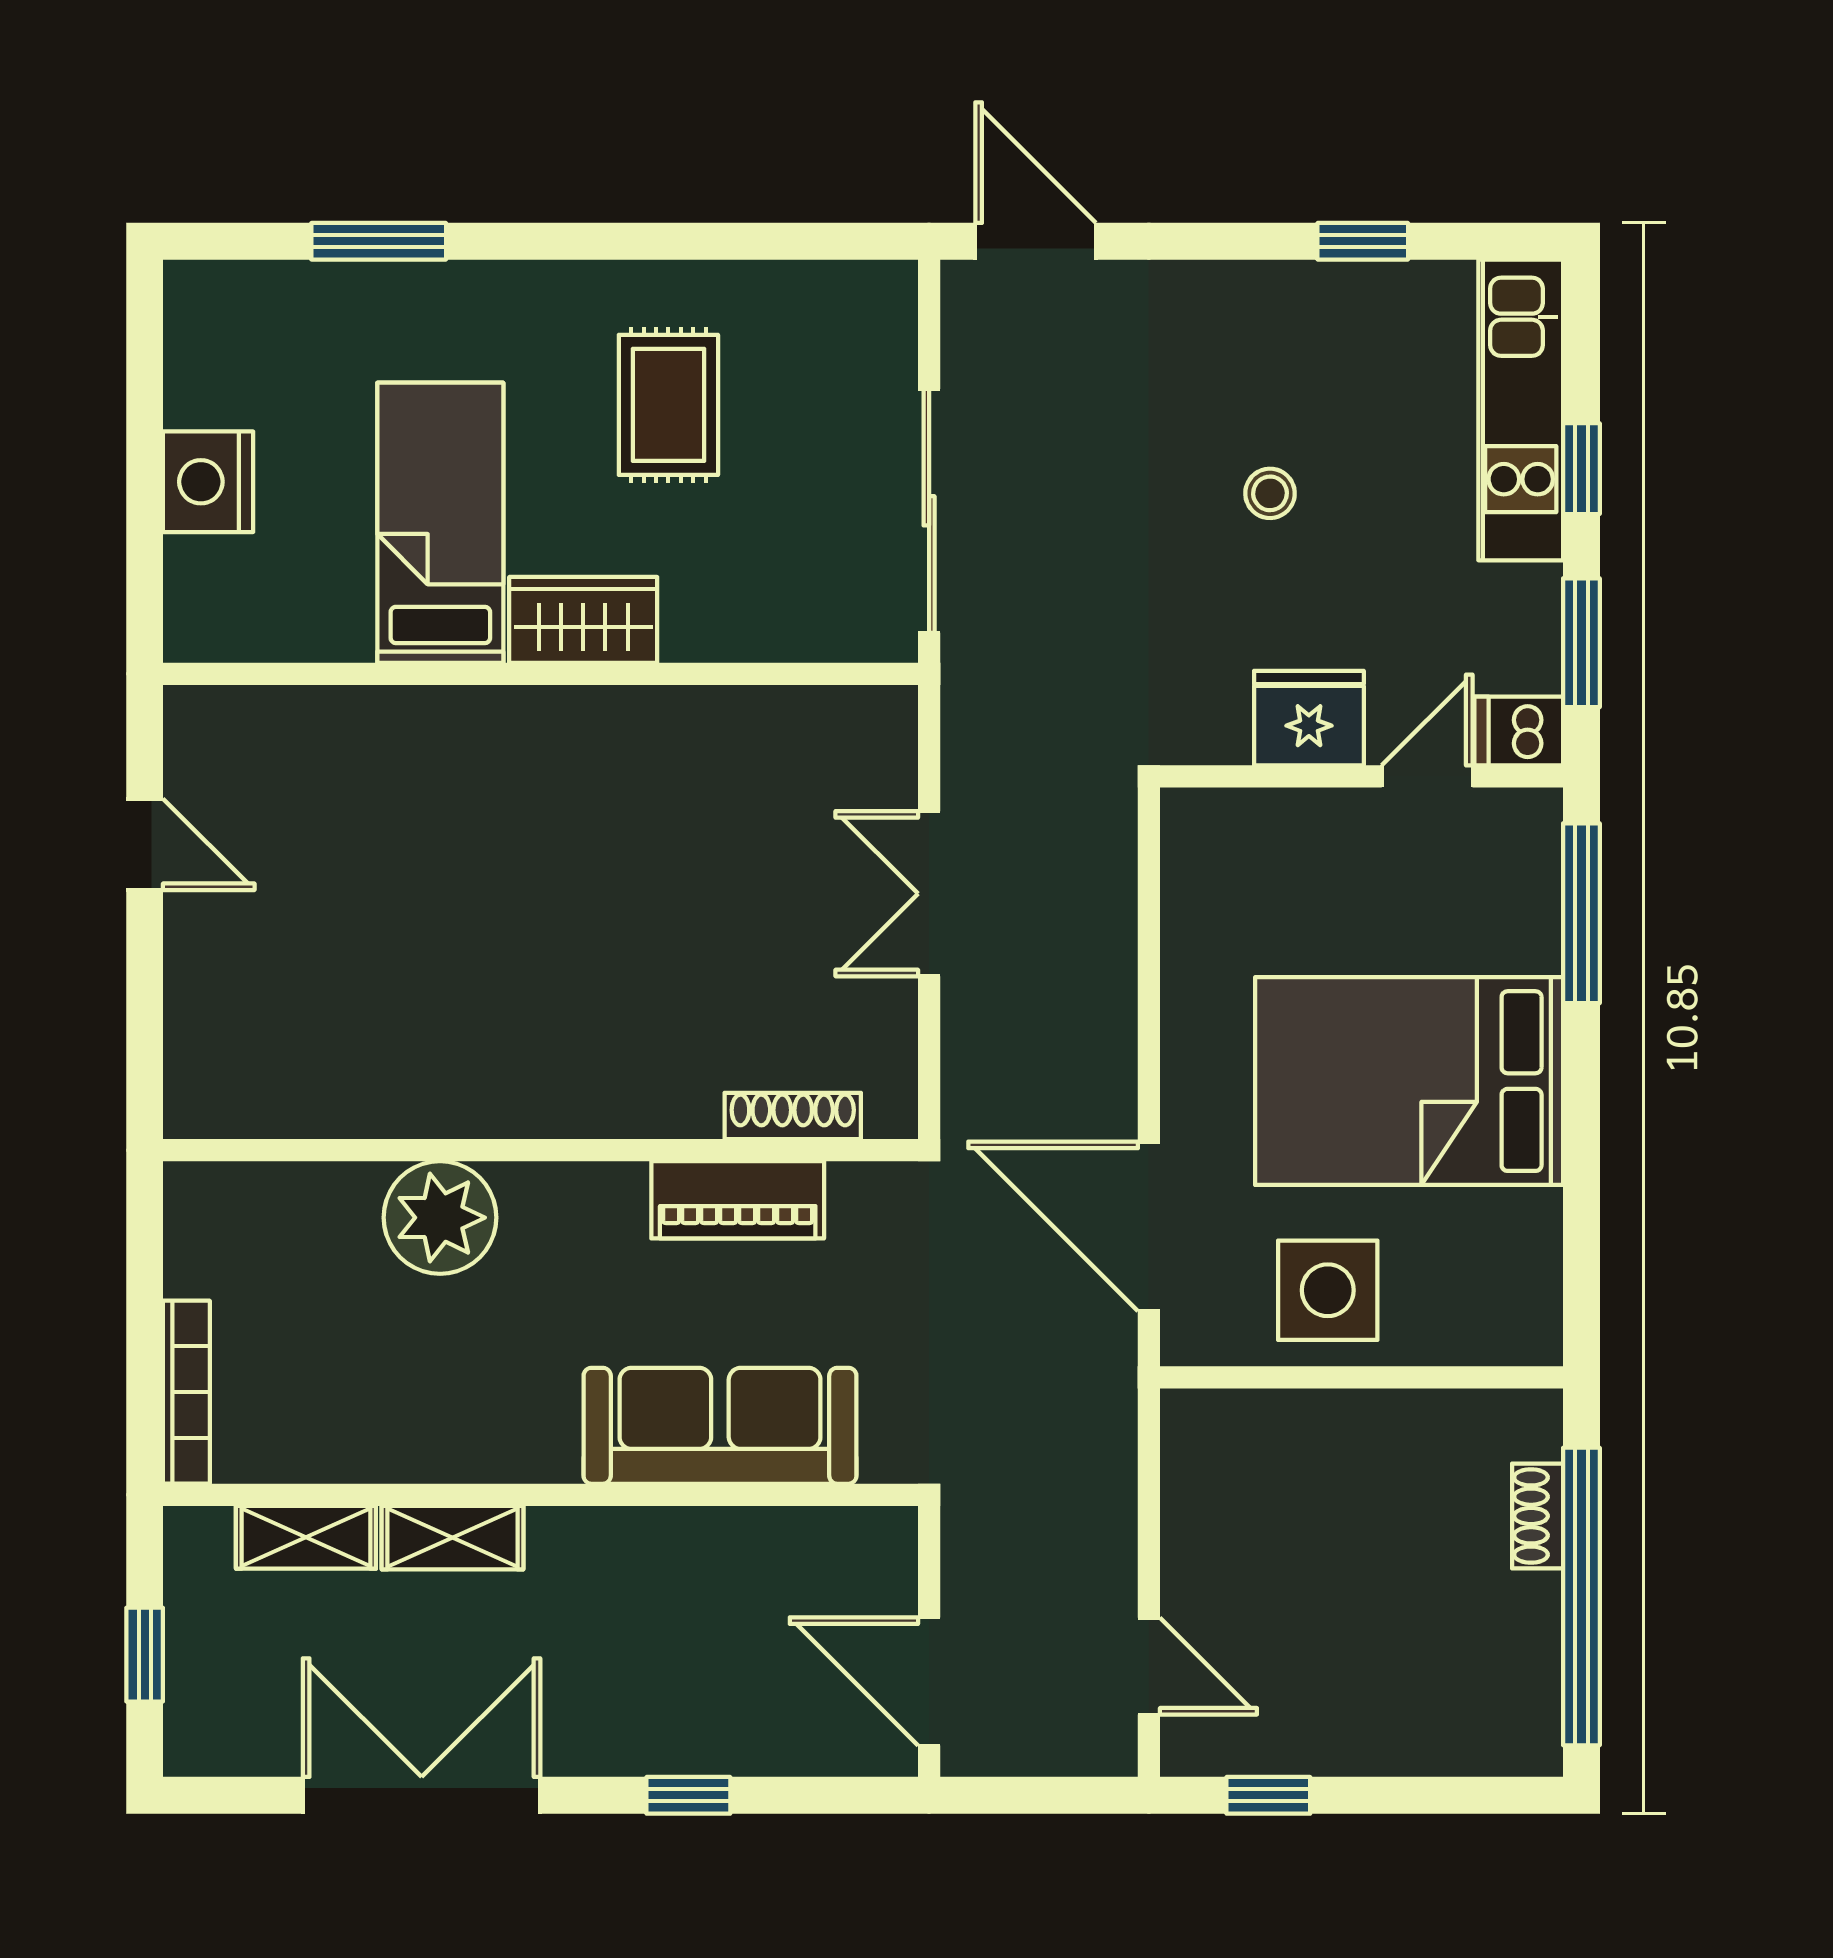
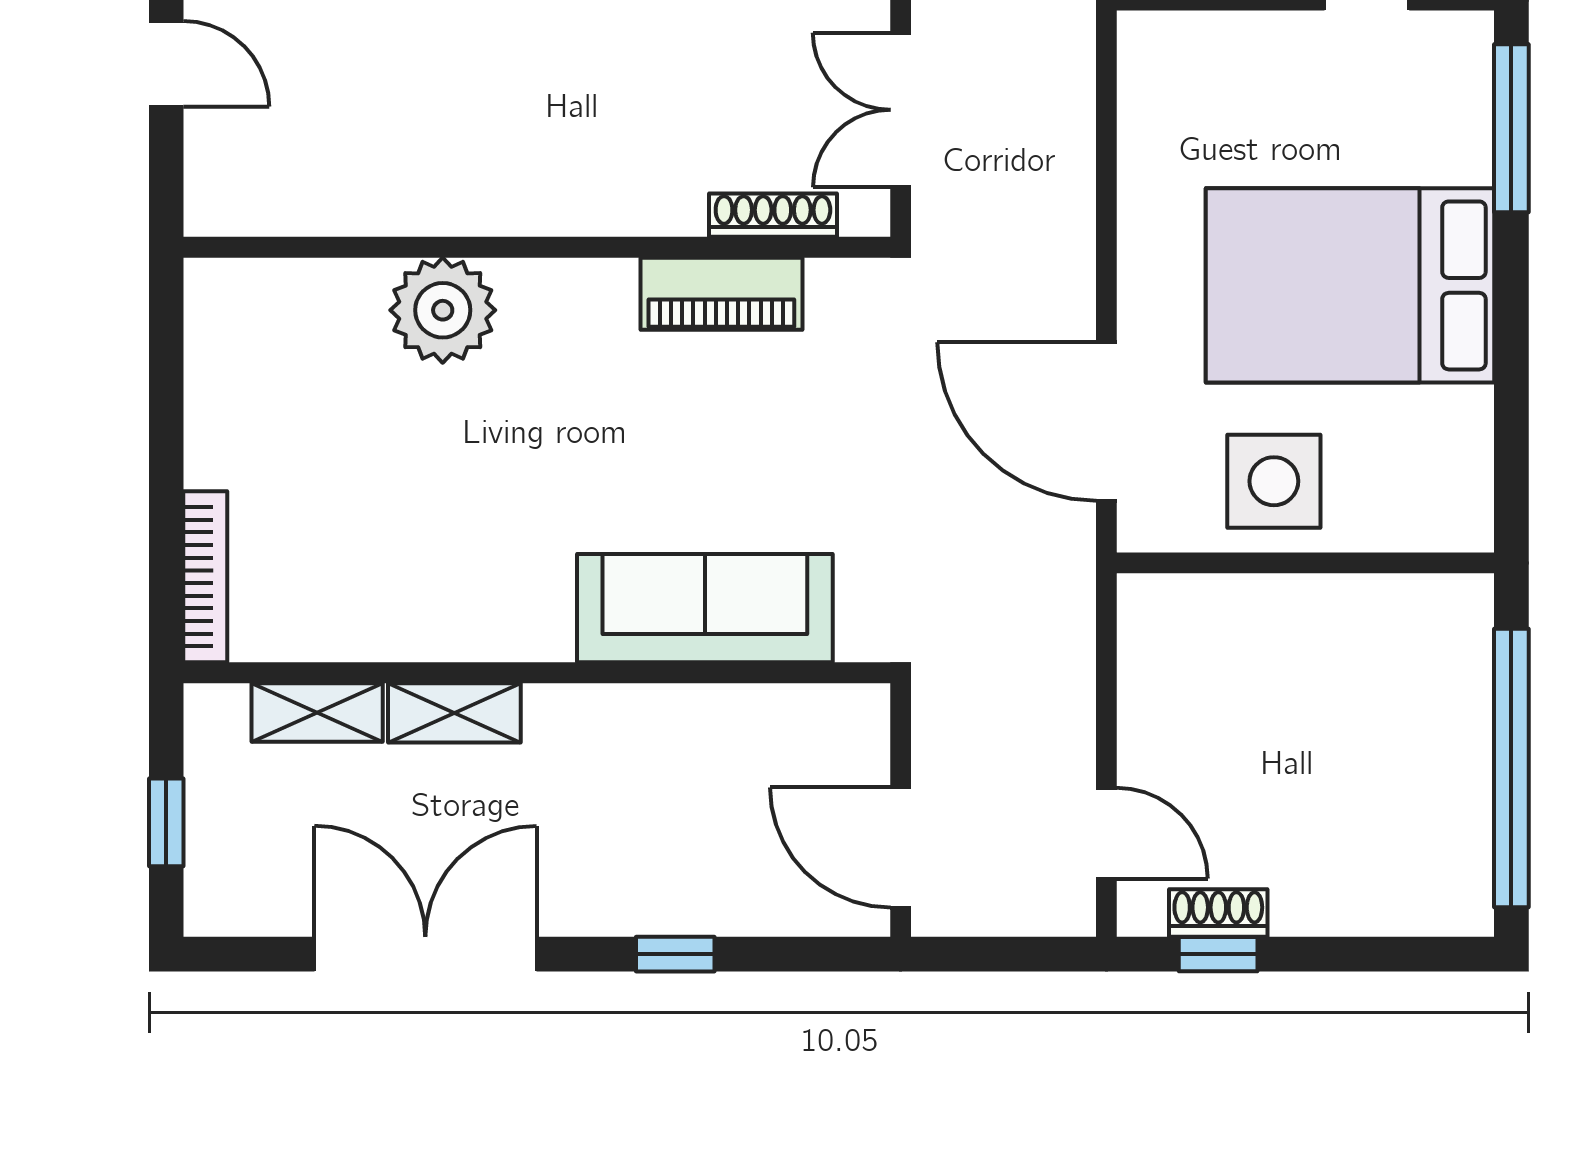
shoe rack: (793, 1116) -> (773, 215), moved
wall: (541, 1150) -> (537, 247), moved
piano: (738, 1200) -> (721, 294), moved
plant: (440, 1218) -> (443, 310), moved
shoe rack: (1538, 1516) -> (1218, 913), moved, turned 90

